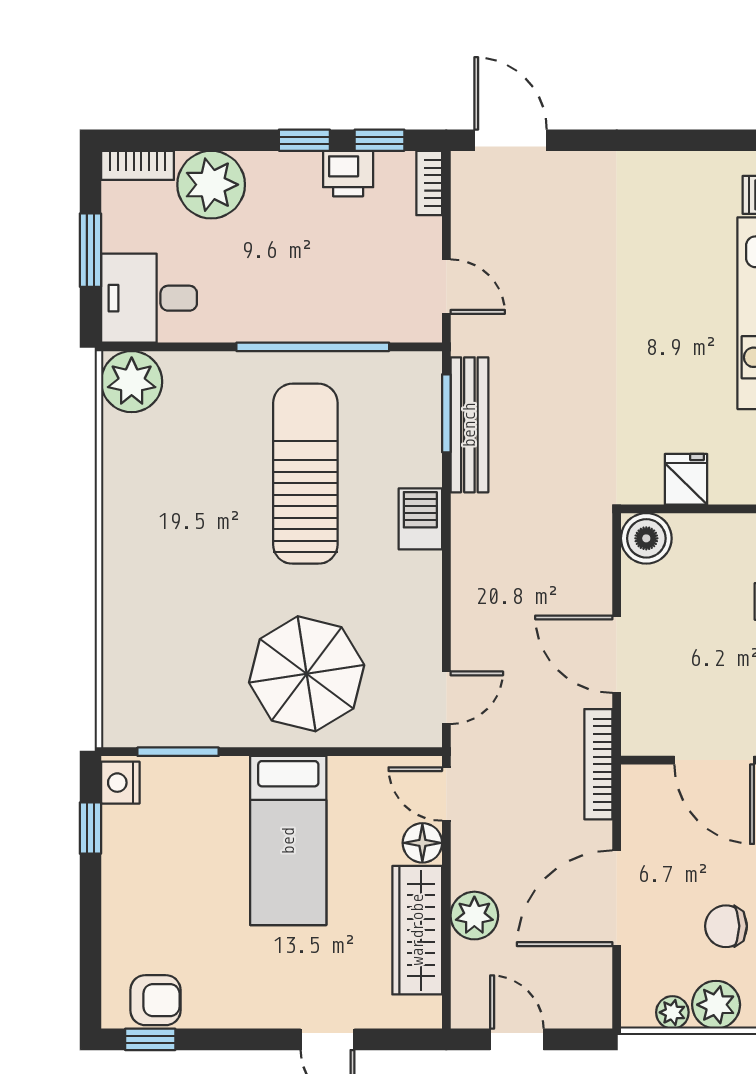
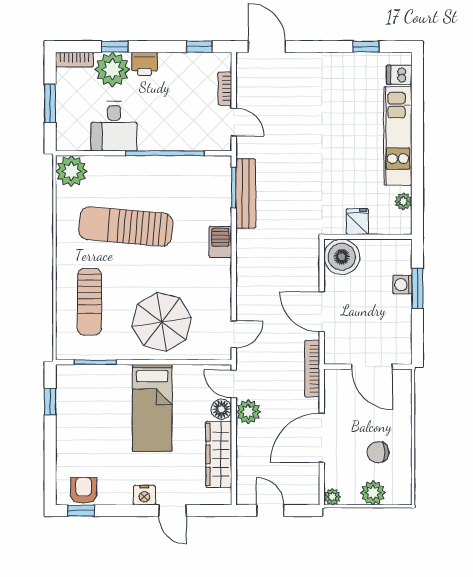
window: (304, 140) -> (115, 47), moved
window: (703, 140) -> (366, 47), added
printer: (348, 174) -> (144, 64), moved
bookcase: (429, 183) -> (225, 88), moved
desk: (149, 298) -> (114, 126), moved, turned -90
sun lounger: (305, 474) -> (126, 226), moved, turned -85
boiler: (646, 538) -> (342, 257), width x1.37, depth x1.37
sun lounger: (167, 634) -> (90, 302), added
nightstand: (120, 783) -> (144, 495), moved, turned -90
plant: (474, 916) -> (248, 412), moved
armchair: (155, 1000) -> (84, 490), turned -90
plant: (672, 1012) -> (332, 497), moved

